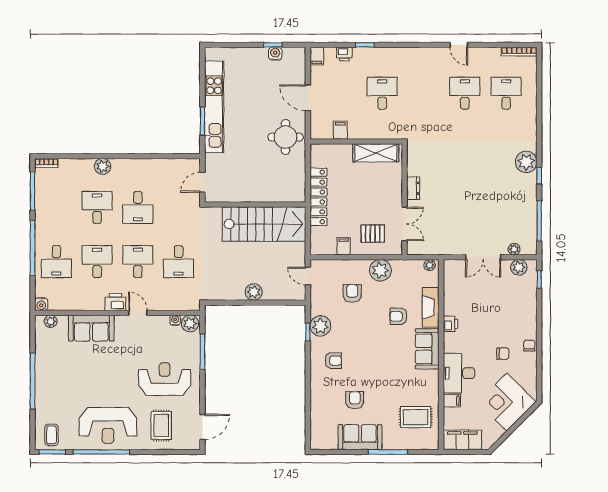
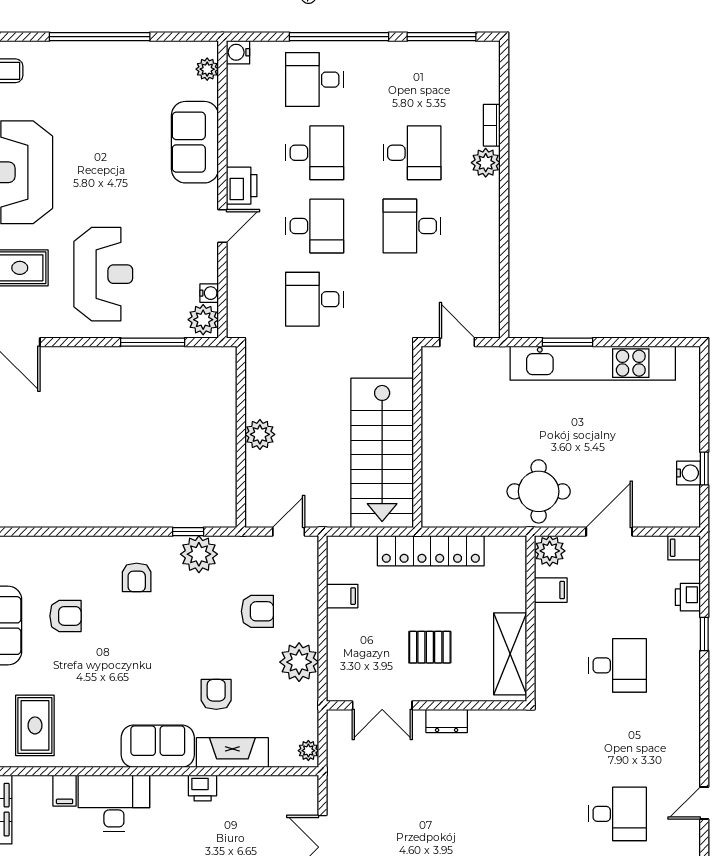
plant: (319, 131) -> (550, 551), added
bookcase: (46, 163) -> (492, 125), moved
pallet: (373, 234) -> (430, 647), moved, turned 90

